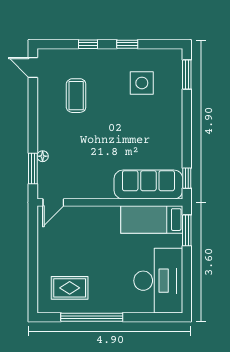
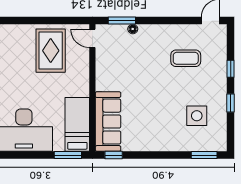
rug: (70, 288) -> (51, 51), moved, width x1.36, depth x1.43

